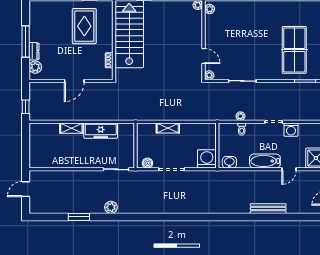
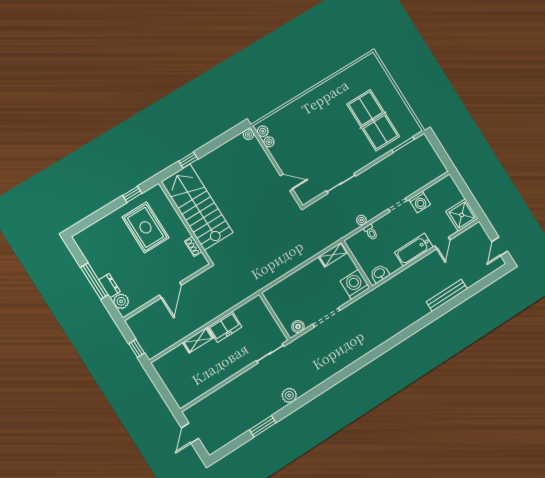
plant: (209, 75) -> (269, 142), moved
shelving: (168, 128) -> (333, 255), moved
freezer: (101, 131) -> (225, 327), width x0.71

